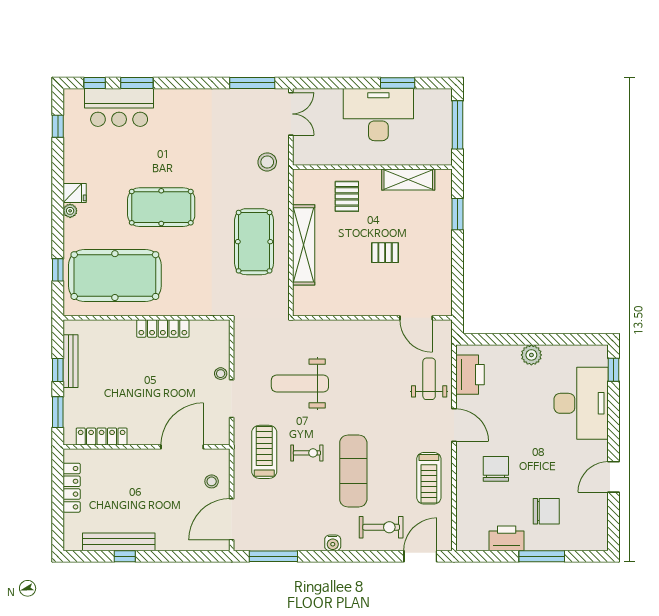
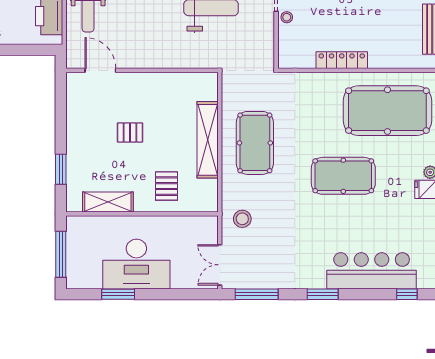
window: (137, 83) -> (323, 294), moved
bar counter: (119, 107) -> (372, 271), width x1.36

